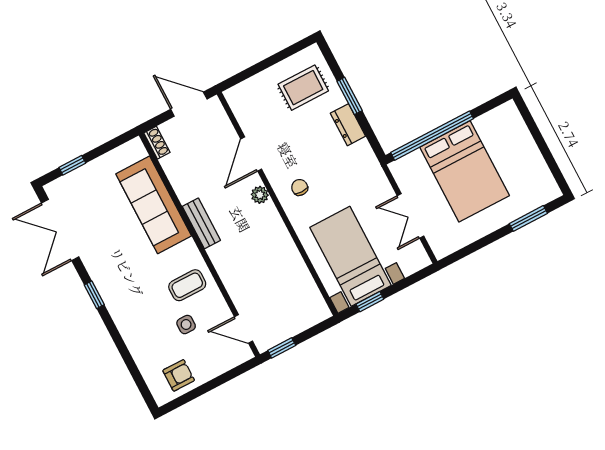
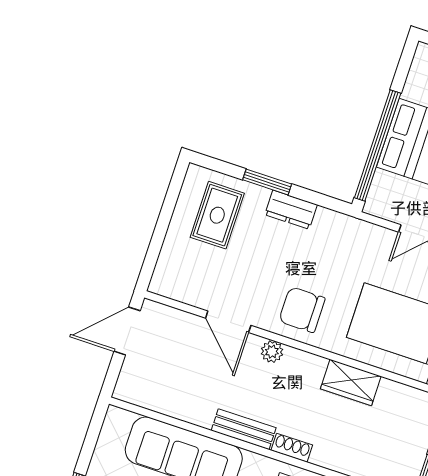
shoe rack: (157, 143) -> (292, 448), moved
chair: (300, 187) -> (302, 310), width x1.87, depth x1.87
wardrobe: (288, 255) -> (351, 383), added

